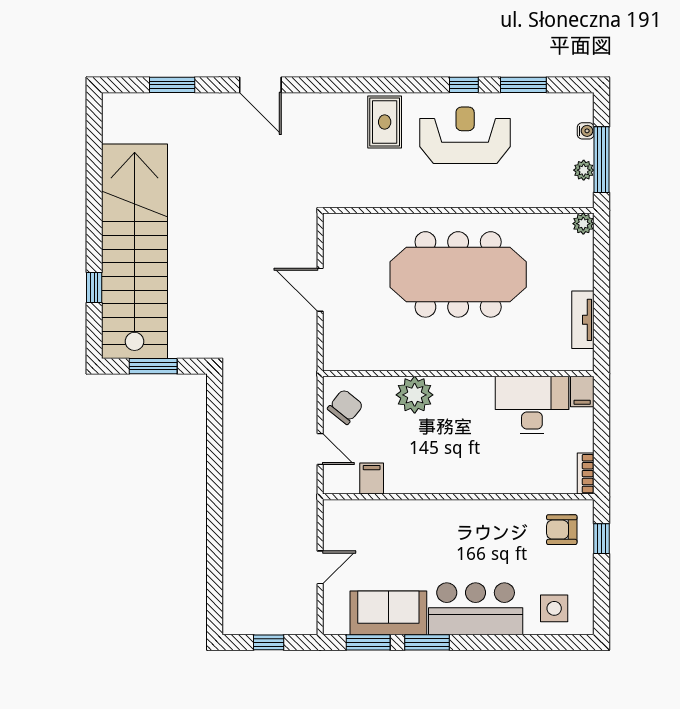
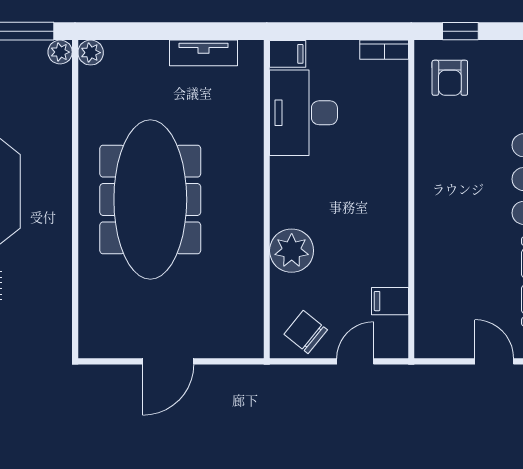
plant: (584, 170) -> (60, 52), moved

